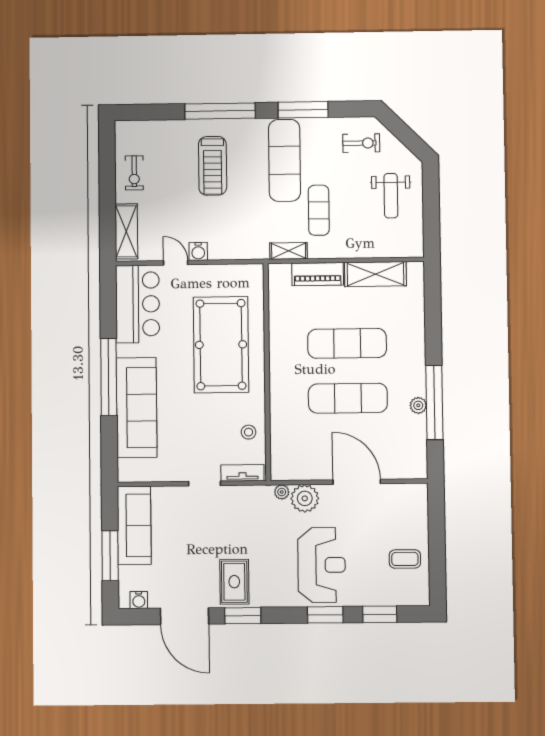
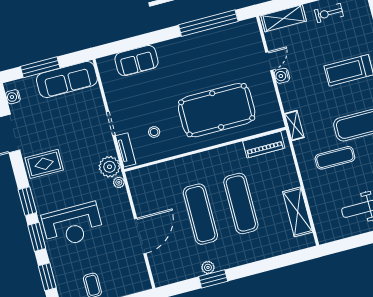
shelving: (289, 251) -> (294, 126), moved
piano: (318, 274) -> (264, 145), moved, turned -90
bar counter: (138, 304) -> (231, 40), removed
window: (109, 377) -> (208, 23), moved
window: (434, 402) -> (213, 279), width x0.47
sofa: (137, 408) -> (137, 61), width x0.54, depth x0.79
stool: (249, 432) -> (154, 132), moved
plant: (305, 498) -> (110, 167), moved
window: (243, 616) -> (27, 201), moved

